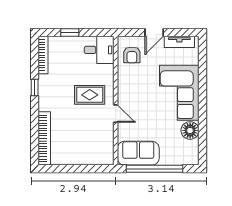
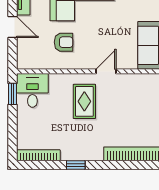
window: (70, 33) -> (12, 94), moved
armchair: (132, 55) -> (64, 42), moved

